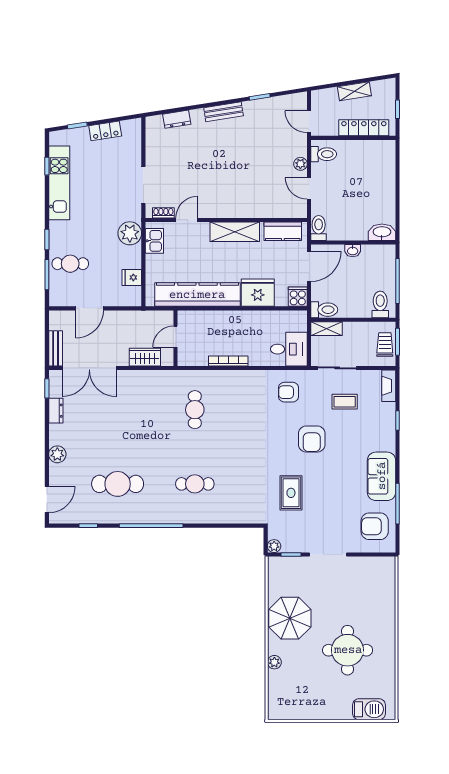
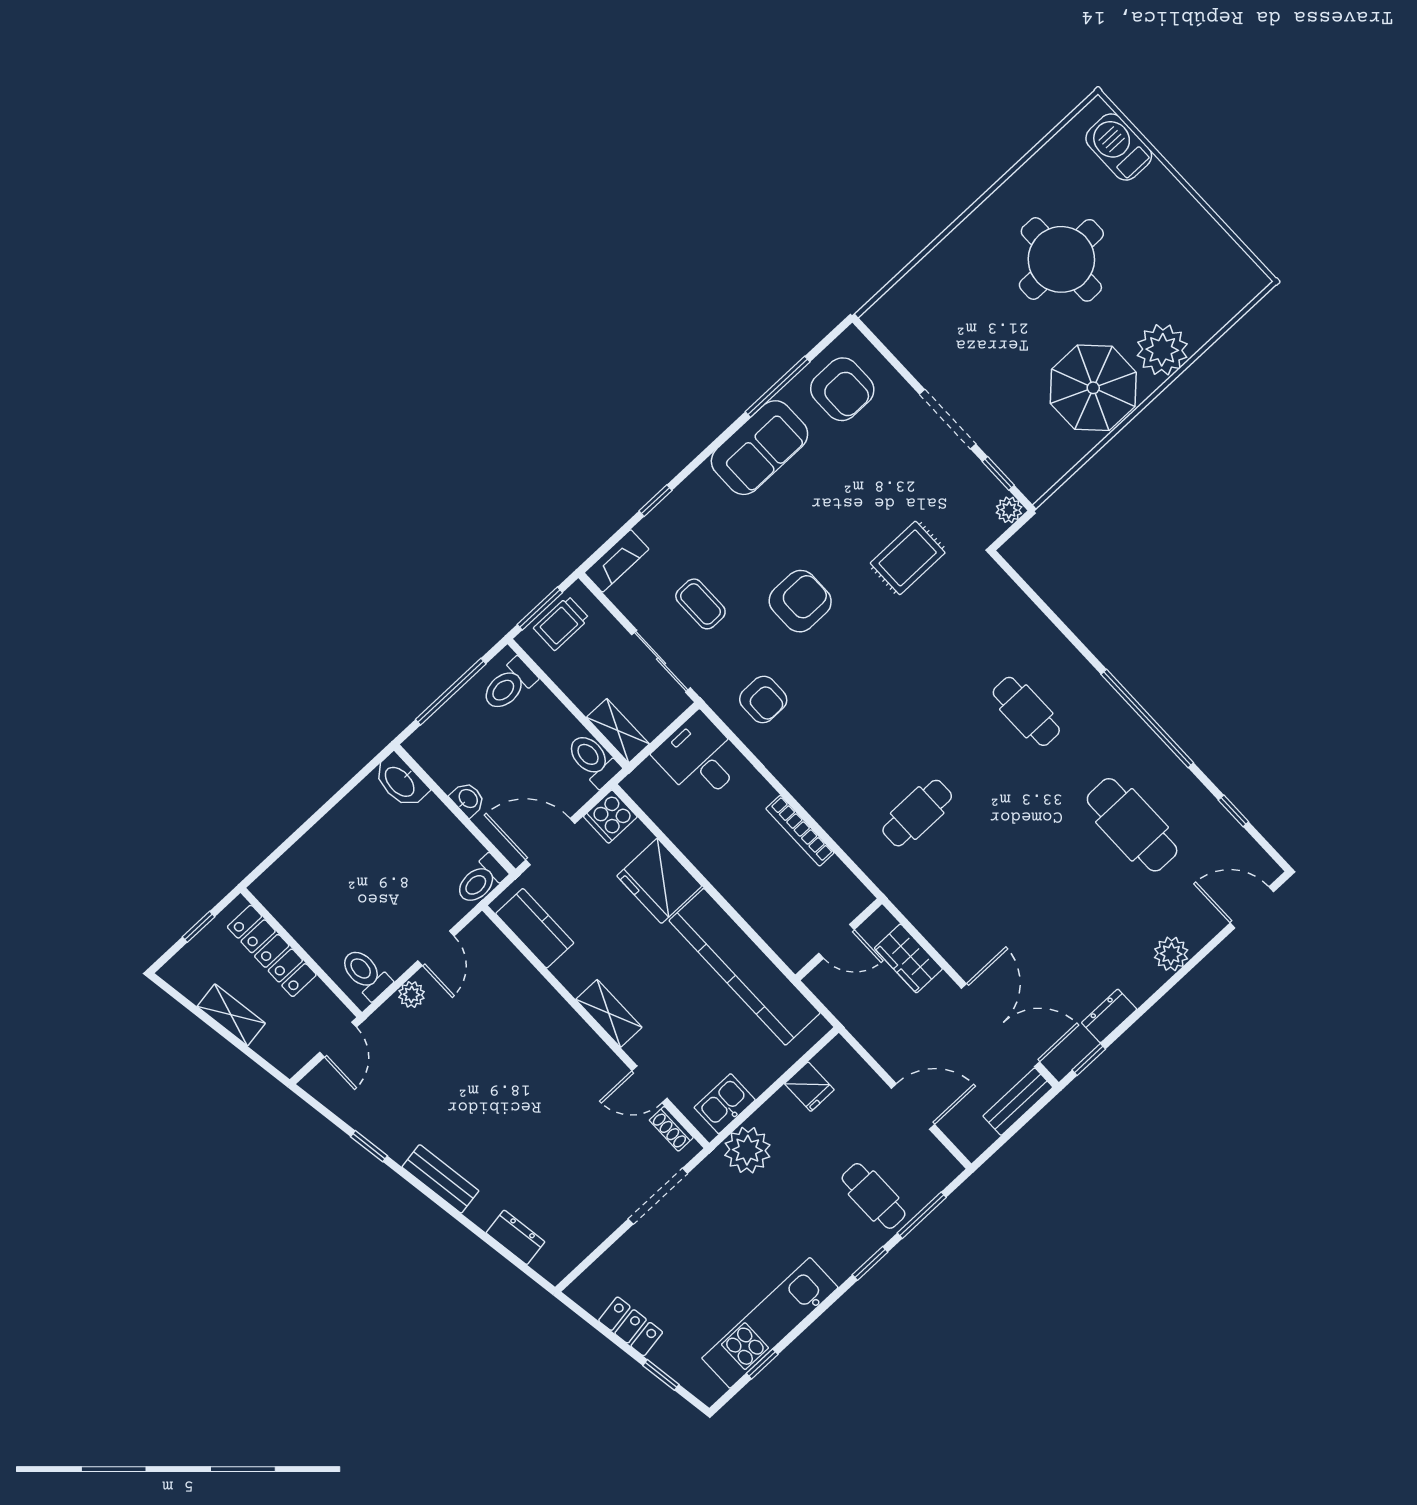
shelving: (235, 232) -> (609, 1013), width x0.67, depth x0.75
plant: (274, 662) -> (1162, 350), width x1.88, depth x1.88

